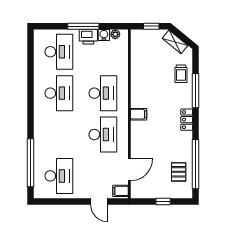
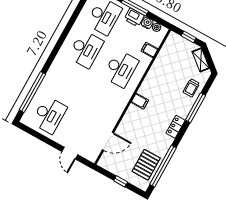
desk: (103, 135) -> (102, 102), removed
pallet: (179, 172) -> (146, 165), width x1.50, depth x1.42
filing cabinet: (120, 191) -> (149, 50), moved

